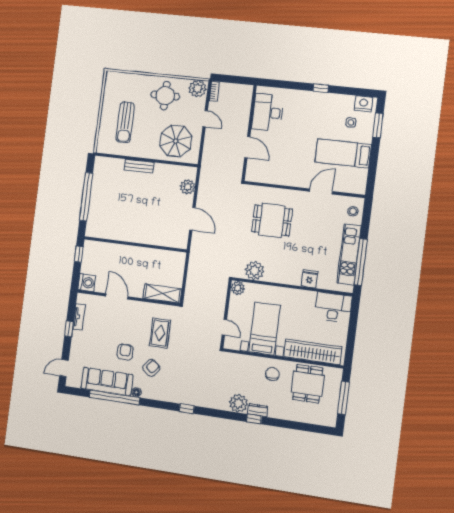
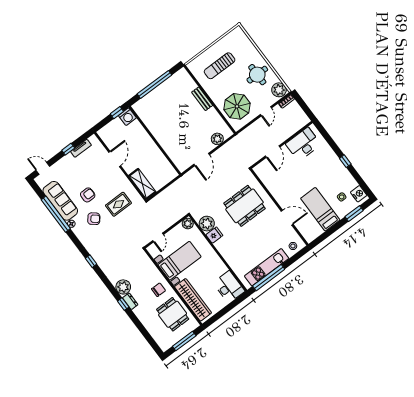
dining table: (272, 220) -> (245, 206), width x1.38
fridge: (309, 279) -> (214, 235), moved
washing machine: (87, 283) -> (127, 117), moved
dining table: (308, 384) -> (173, 314), turned 90

